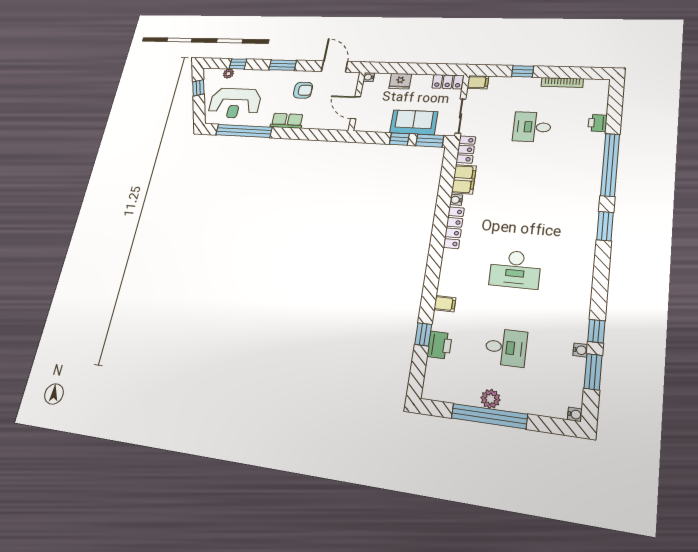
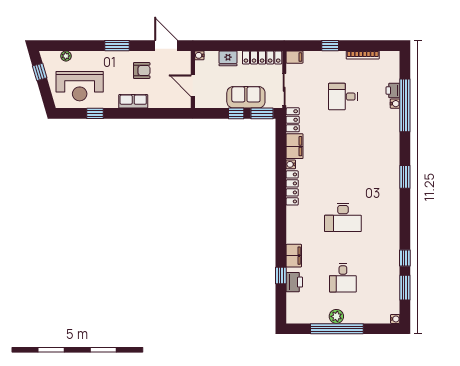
window: (238, 64) -> (73, 46), removed
locker: (448, 82) -> (262, 58), width x1.53
window: (244, 131) -> (95, 113), width x0.32
window: (610, 165) -> (405, 105), moved
filing cabinet: (445, 304) -> (294, 256), width x2.00
desk: (506, 347) -> (343, 278), turned 90
water cooler: (580, 350) -> (395, 104), moved

